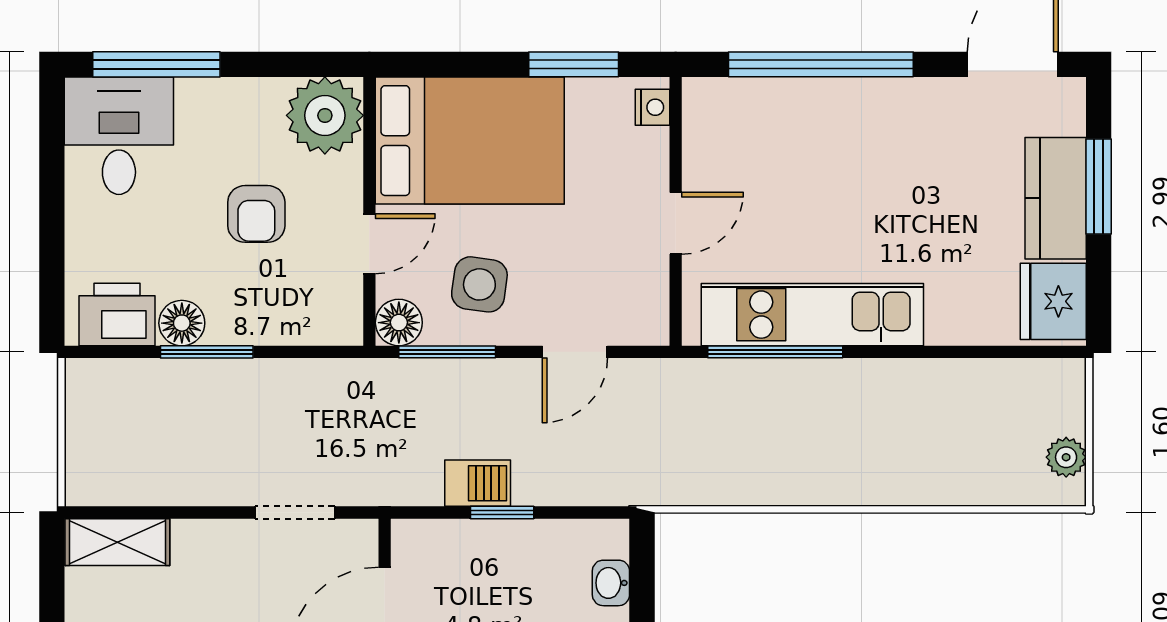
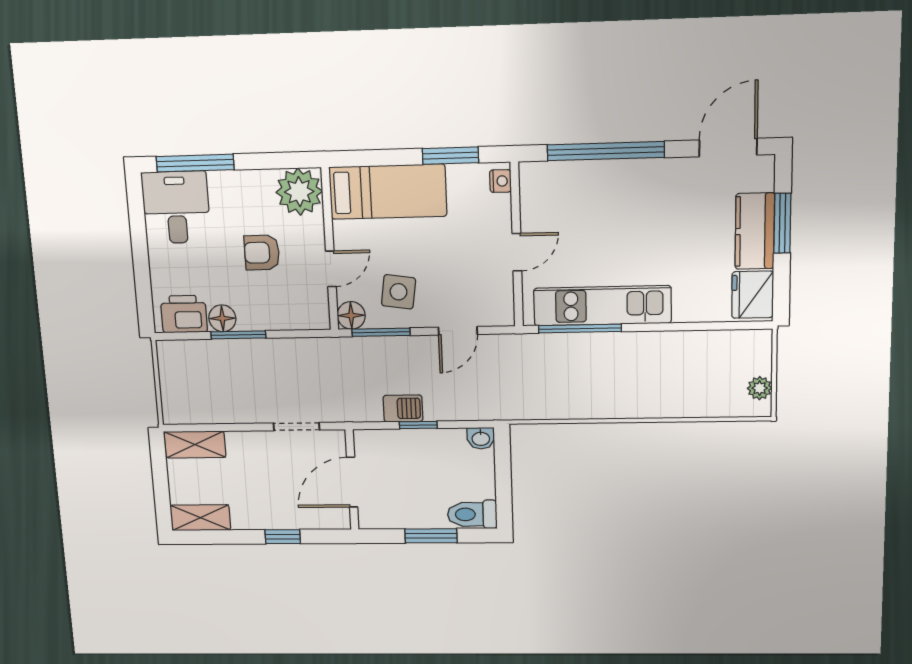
bed: (470, 141) -> (388, 192), width x0.67
armchair: (256, 214) -> (262, 253), turned 90
washbasin: (611, 583) -> (481, 438), moved, turned -90

